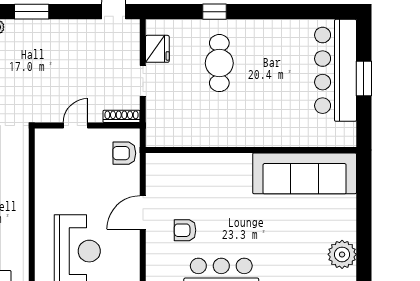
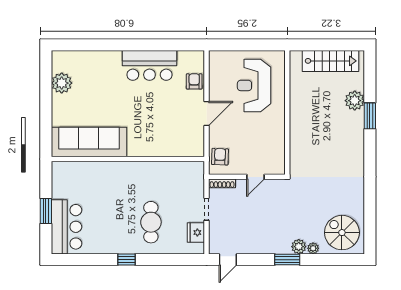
window: (214, 12) -> (127, 260), moved
plant: (16, 29) -> (299, 247), added
bar counter: (335, 70) -> (66, 227), width x0.73
armchair: (124, 153) -> (220, 157), turned -88
armchair: (185, 230) -> (194, 81), moved, turned -90

